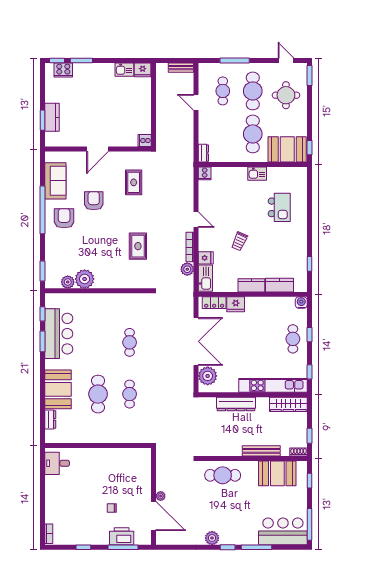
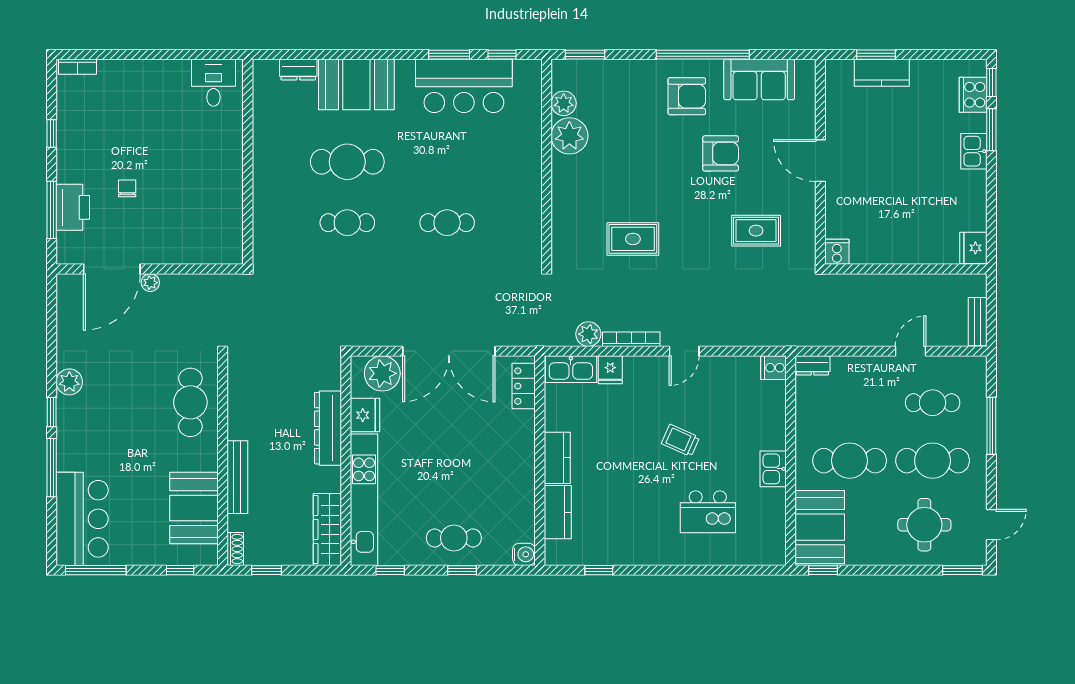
kitchen sink: (124, 70) -> (974, 151), moved
trolley: (239, 241) -> (680, 440), moved
fridge: (236, 304) -> (365, 415), moved, turned 180

